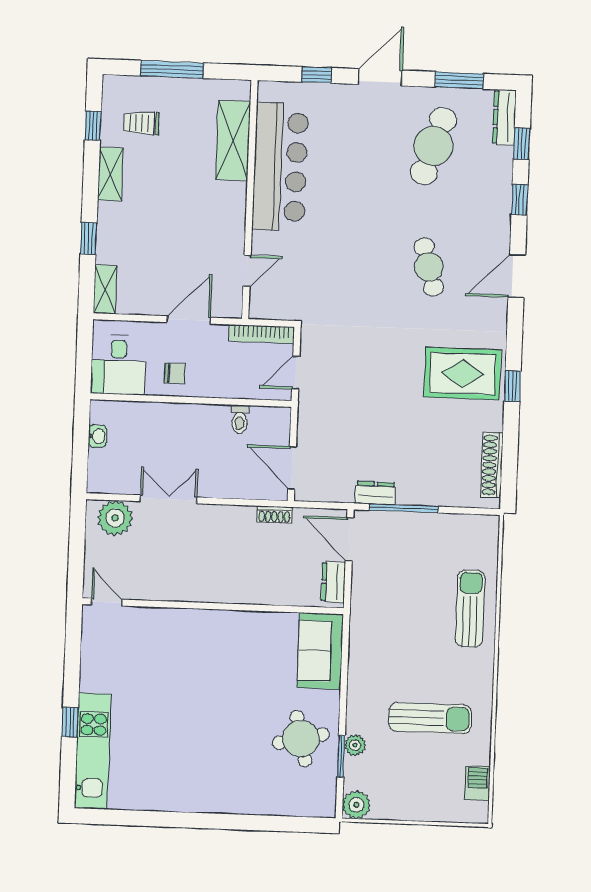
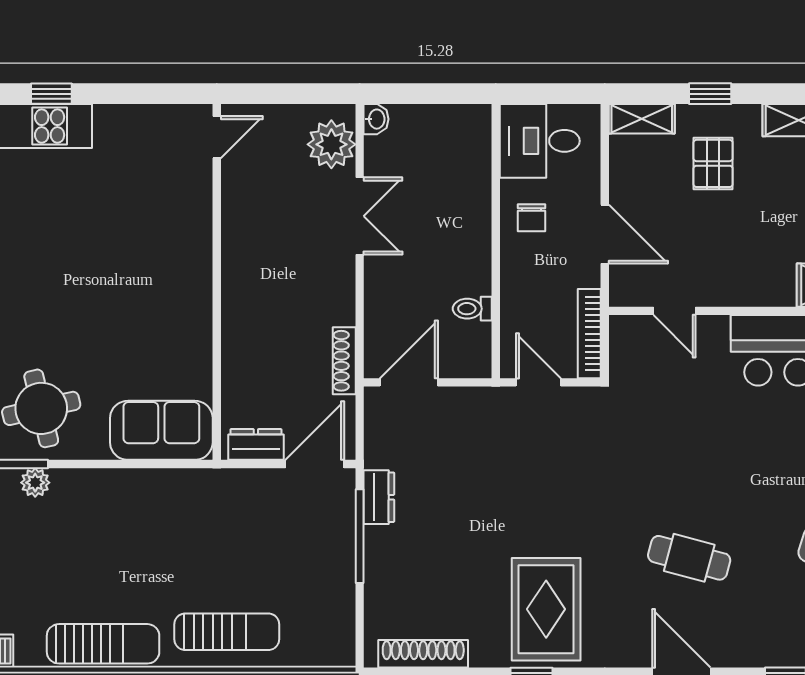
pallet: (140, 238) -> (713, 163), added
cafe table: (429, 267) -> (689, 558), turned 30
washbasin: (98, 436) -> (376, 119), moved, turned -90
shoe rack: (274, 515) -> (344, 361), width x1.43
sun lounger: (430, 718) -> (103, 644), moved, turned -90

